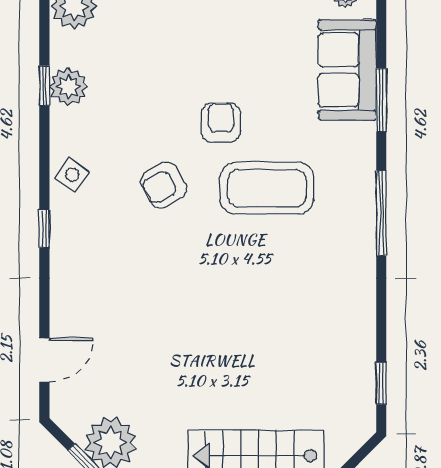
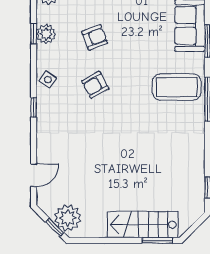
armchair: (221, 123) -> (95, 37), moved, turned 69
coffee table: (267, 188) -> (177, 87), moved

